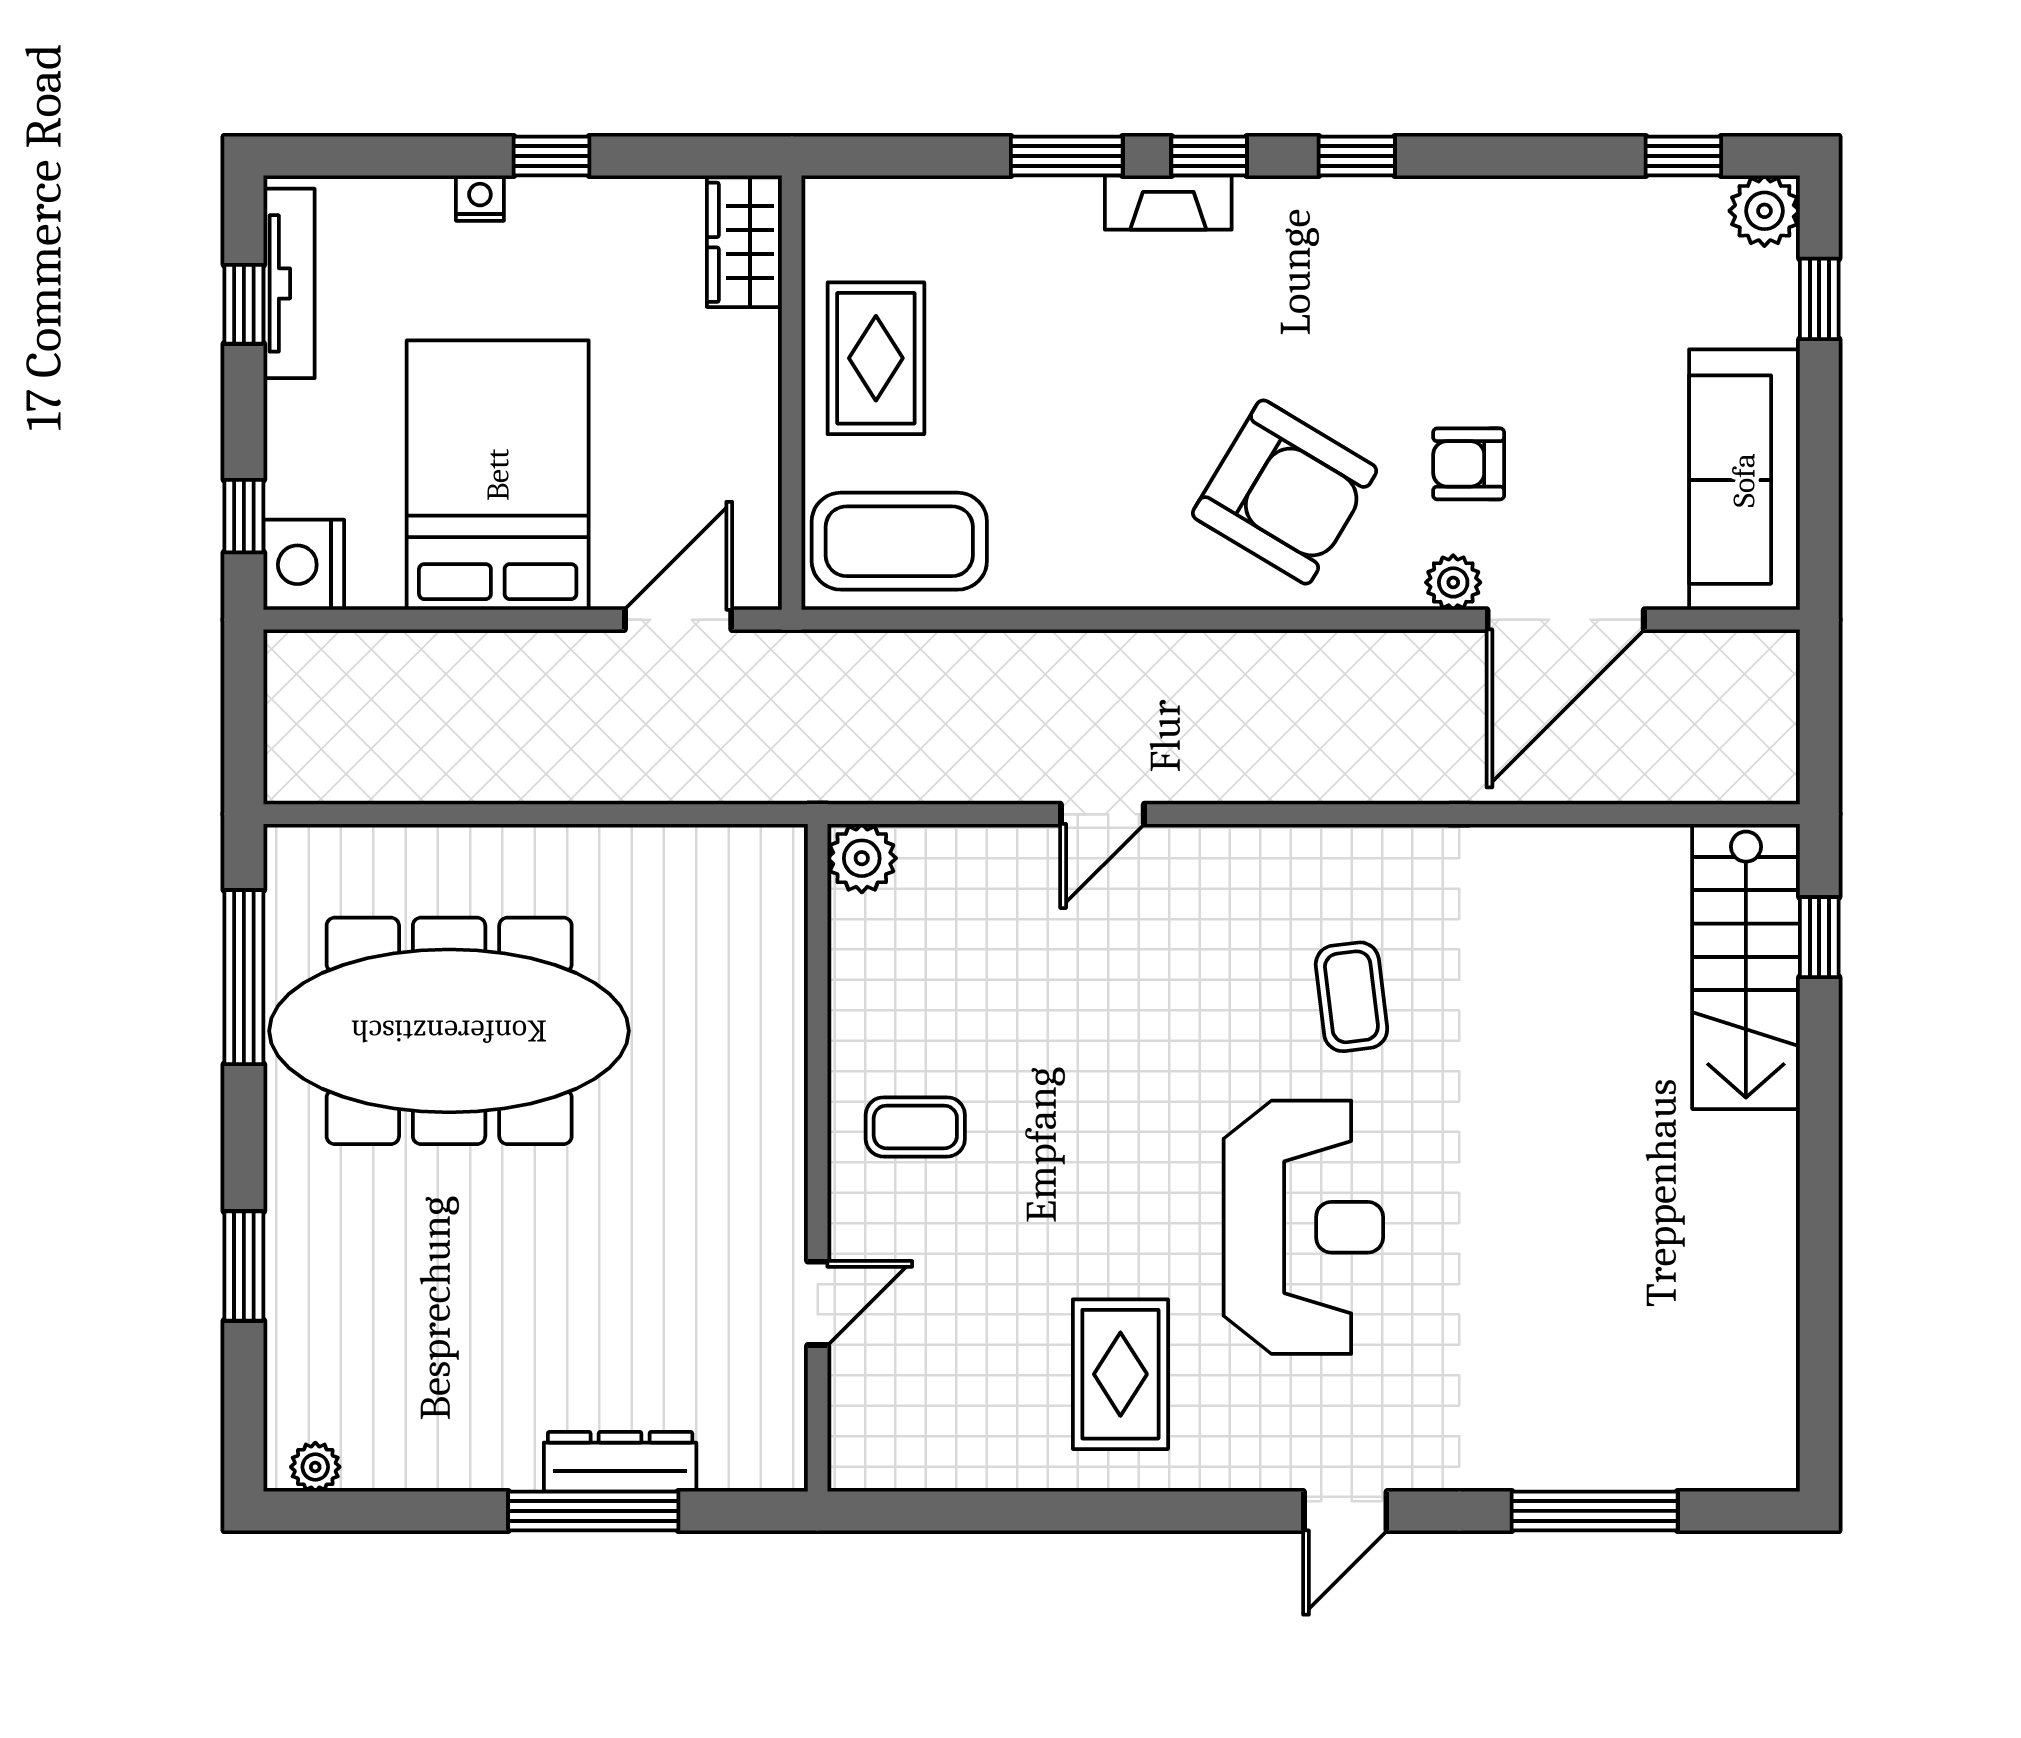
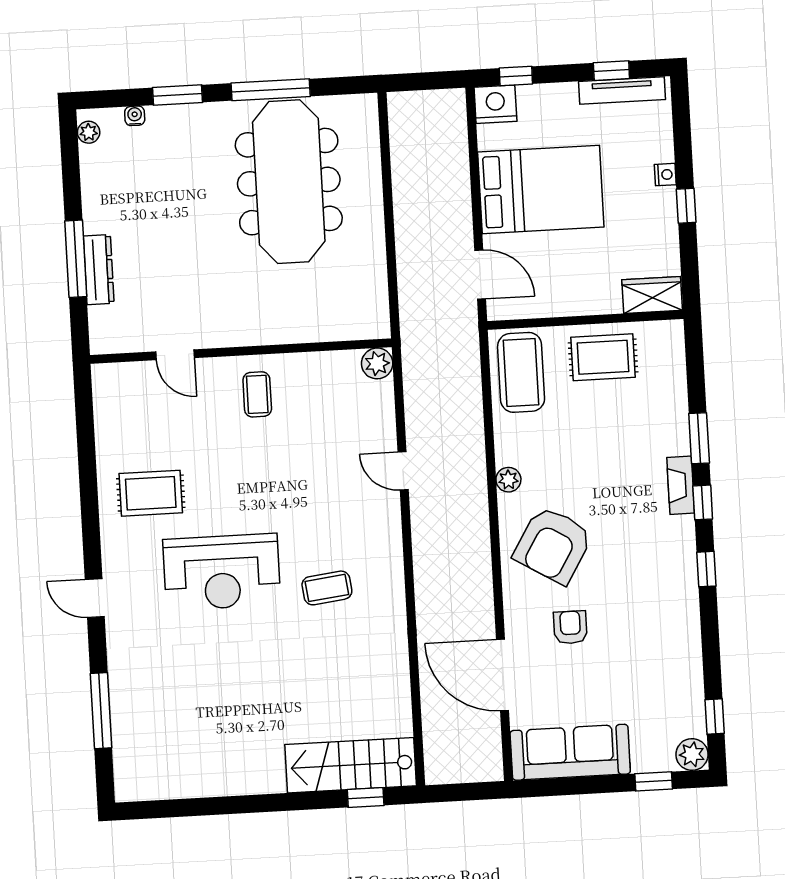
plant: (1453, 582) -> (508, 480), moved
window: (244, 977) -> (271, 90), moved
water cooler: (285, 1363) -> (135, 116), added

